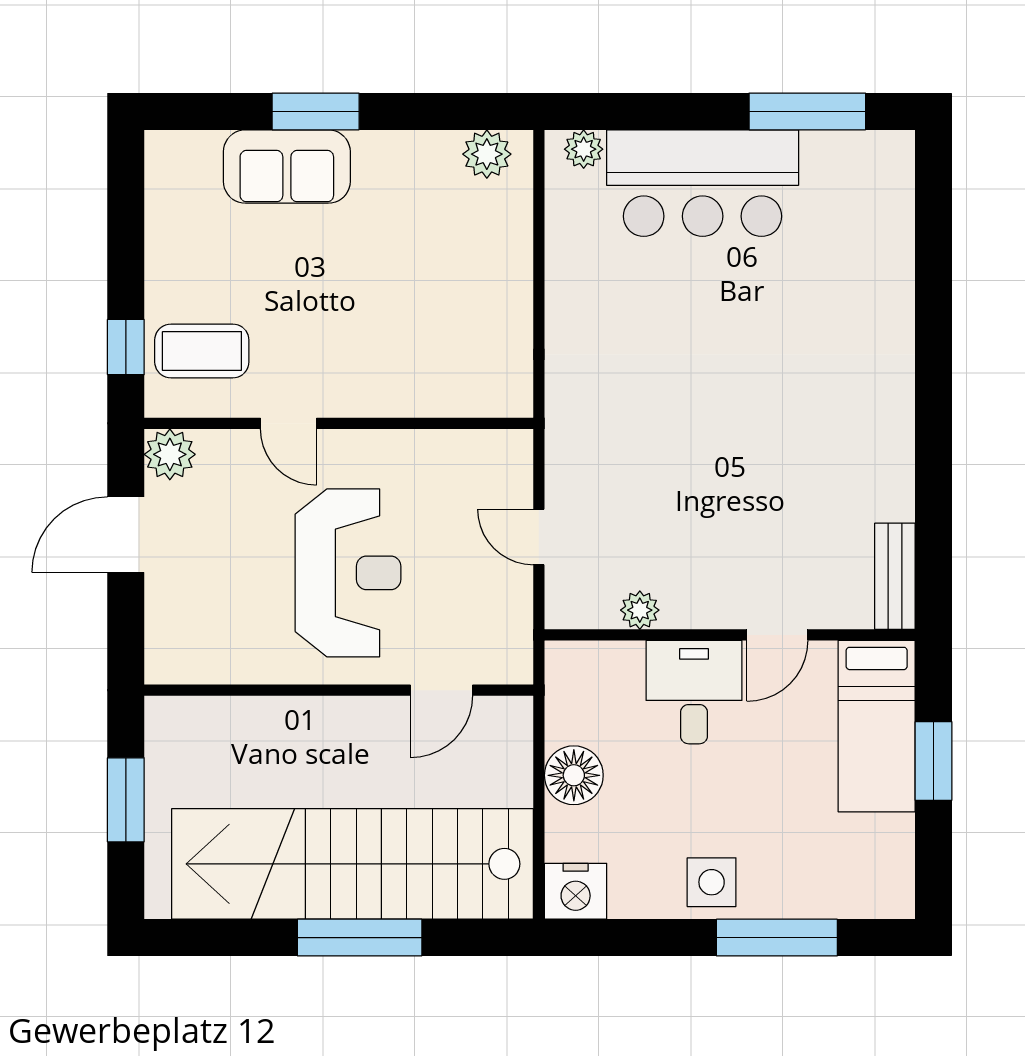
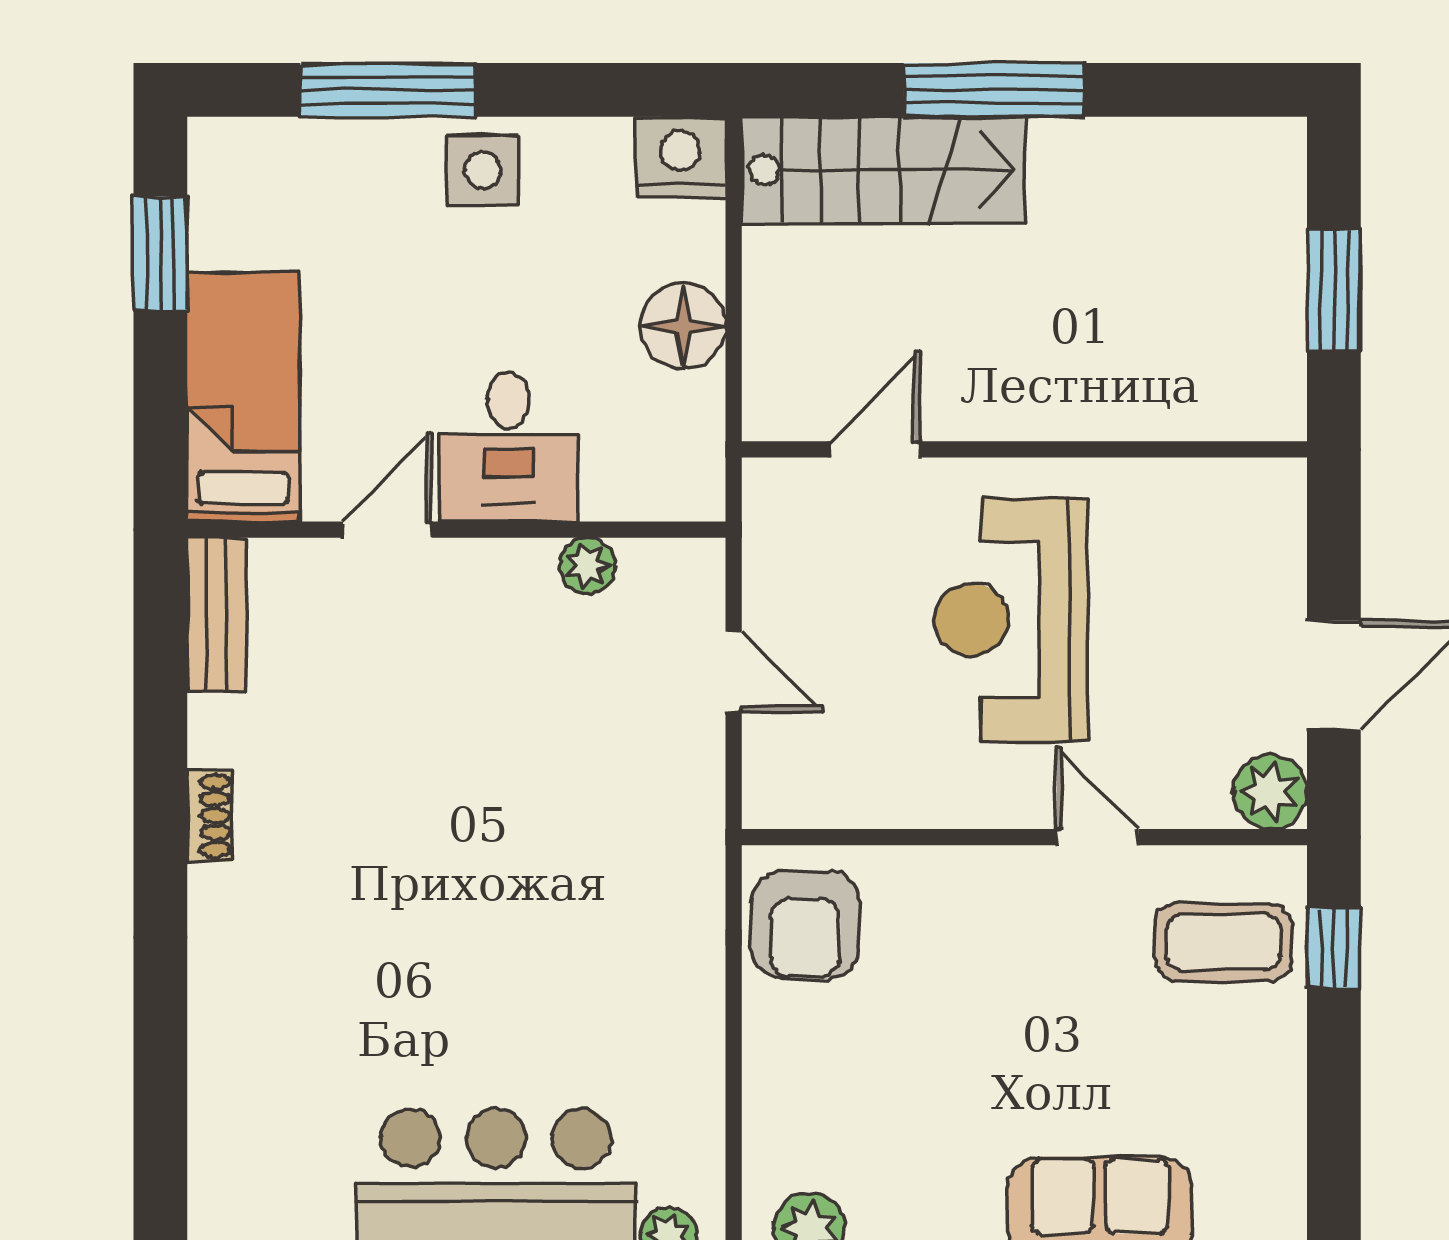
armchair: (490, 363) -> (805, 925), added
shoe rack: (900, 438) -> (209, 816), added
window: (934, 761) -> (160, 254), moved
stairs: (353, 864) -> (883, 170), width x0.54, depth x0.66

